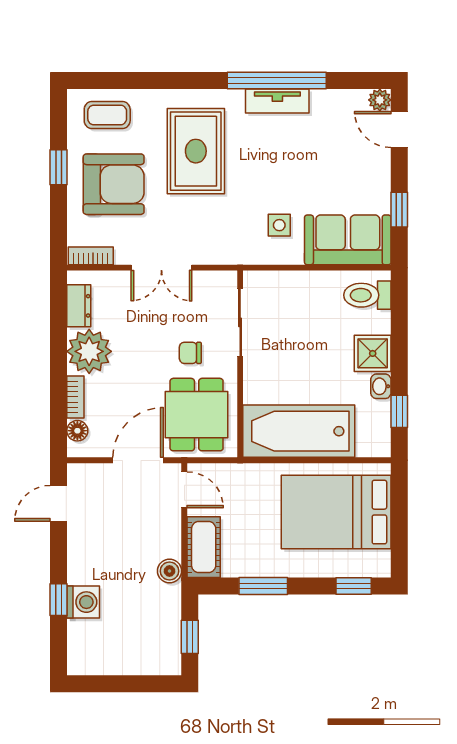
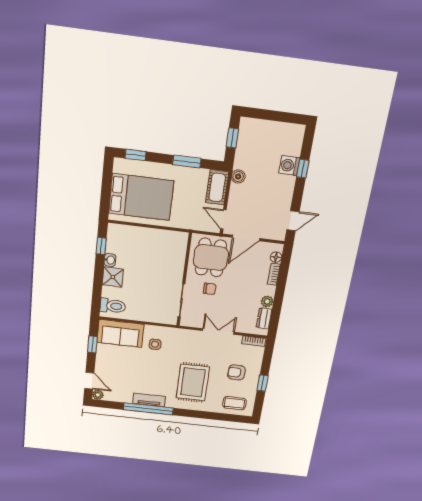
armchair: (114, 184) -> (236, 372), width x0.53, depth x0.53
plant: (89, 351) -> (267, 301), width x0.53, depth x0.53
bathtub: (299, 431) -> (157, 242), removed

